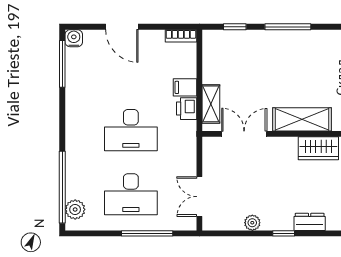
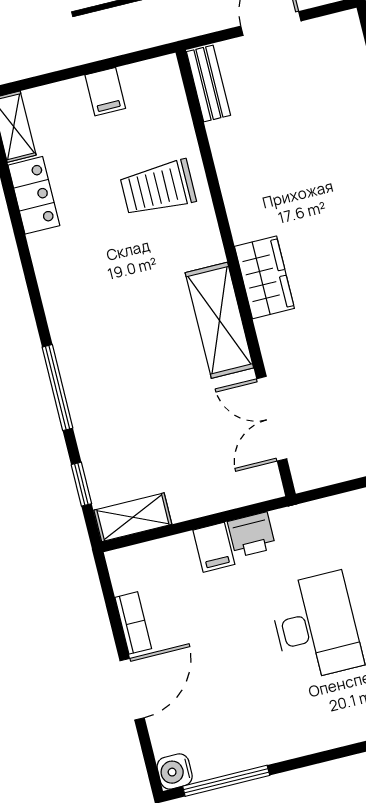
bookcase: (181, 36) -> (133, 623), moved
shelving: (211, 104) -> (133, 517), moved

